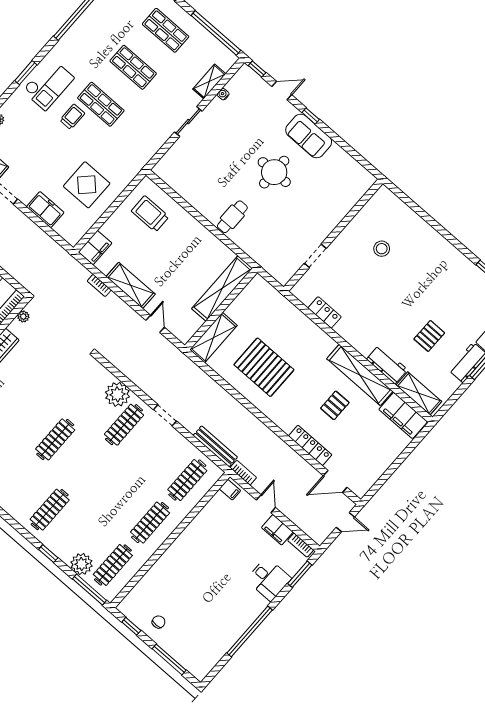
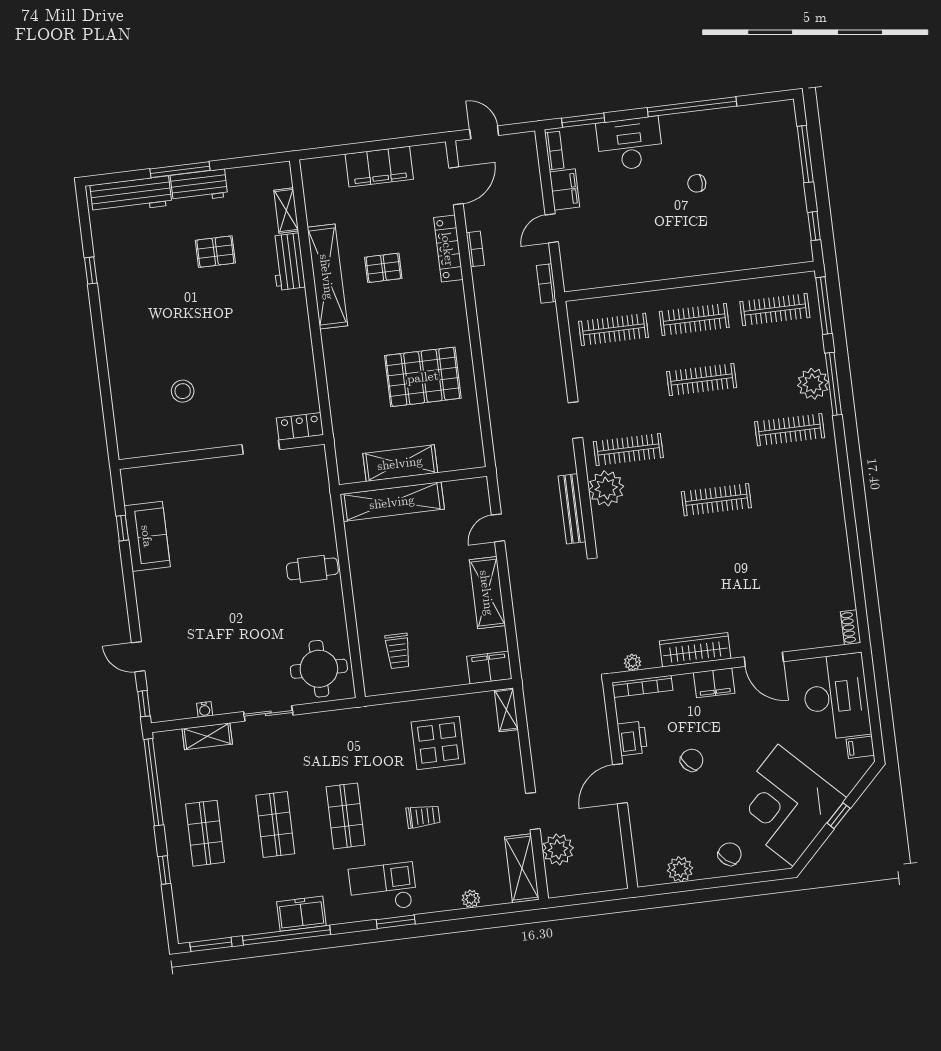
window: (311, 116) -> (122, 528), moved
trolley: (72, 117) -> (423, 816), moved, turned 180
sofa: (309, 136) -> (147, 536), moved
round table: (274, 172) -> (319, 669), moved
freezer: (45, 210) -> (301, 914), moved, turned 90
trolley: (150, 214) -> (398, 651), width x0.73, depth x0.72
shelving: (67, 234) -> (506, 710), added
bookcase: (99, 285) -> (475, 249), moved
locker: (325, 312) -> (300, 426), moved, turned 90
shelving: (213, 338) -> (400, 463), moved
pallet: (264, 367) -> (423, 377), turned 90
shelving: (419, 393) -> (286, 211), width x0.67, depth x0.75
filing cabinet: (403, 415) -> (379, 167), moved, turned 90
bench: (215, 446) -> (572, 509), moved
door: (335, 481) -> (456, 186), hinge flipped
filing cabinet: (230, 490) -> (577, 278), removed
clothes rail: (118, 495) -> (702, 380), added
window: (48, 554) -> (833, 384), width x2.17
plant: (82, 564) -> (813, 384), moved
desk: (269, 579) -> (630, 144), width x1.37
chair: (159, 622) -> (697, 183), moved

